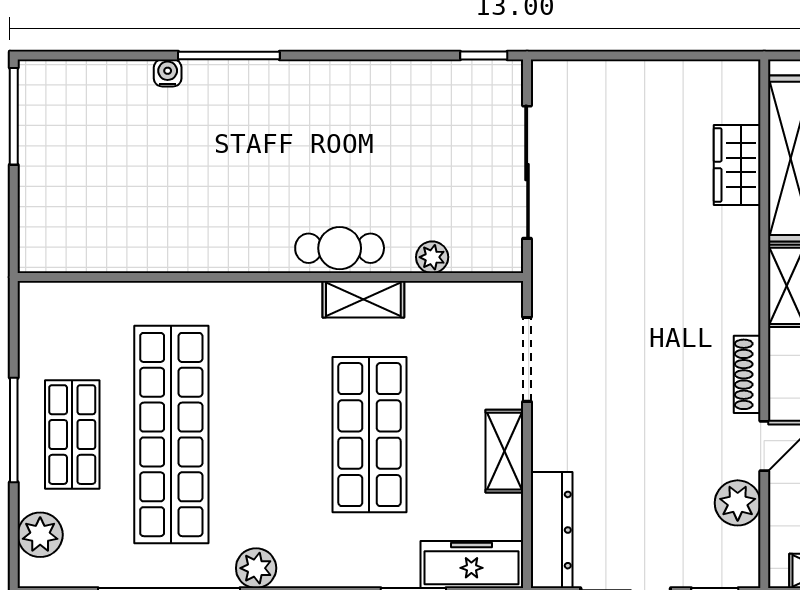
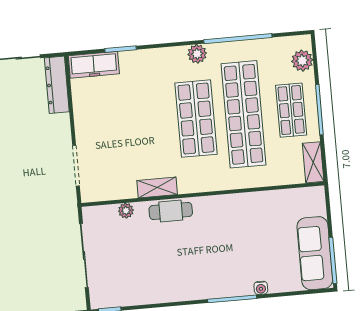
sofa: (50, 134) -> (315, 253), added
shop shelf: (369, 435) -> (196, 119), moved
shelving: (504, 451) -> (313, 162), moved

